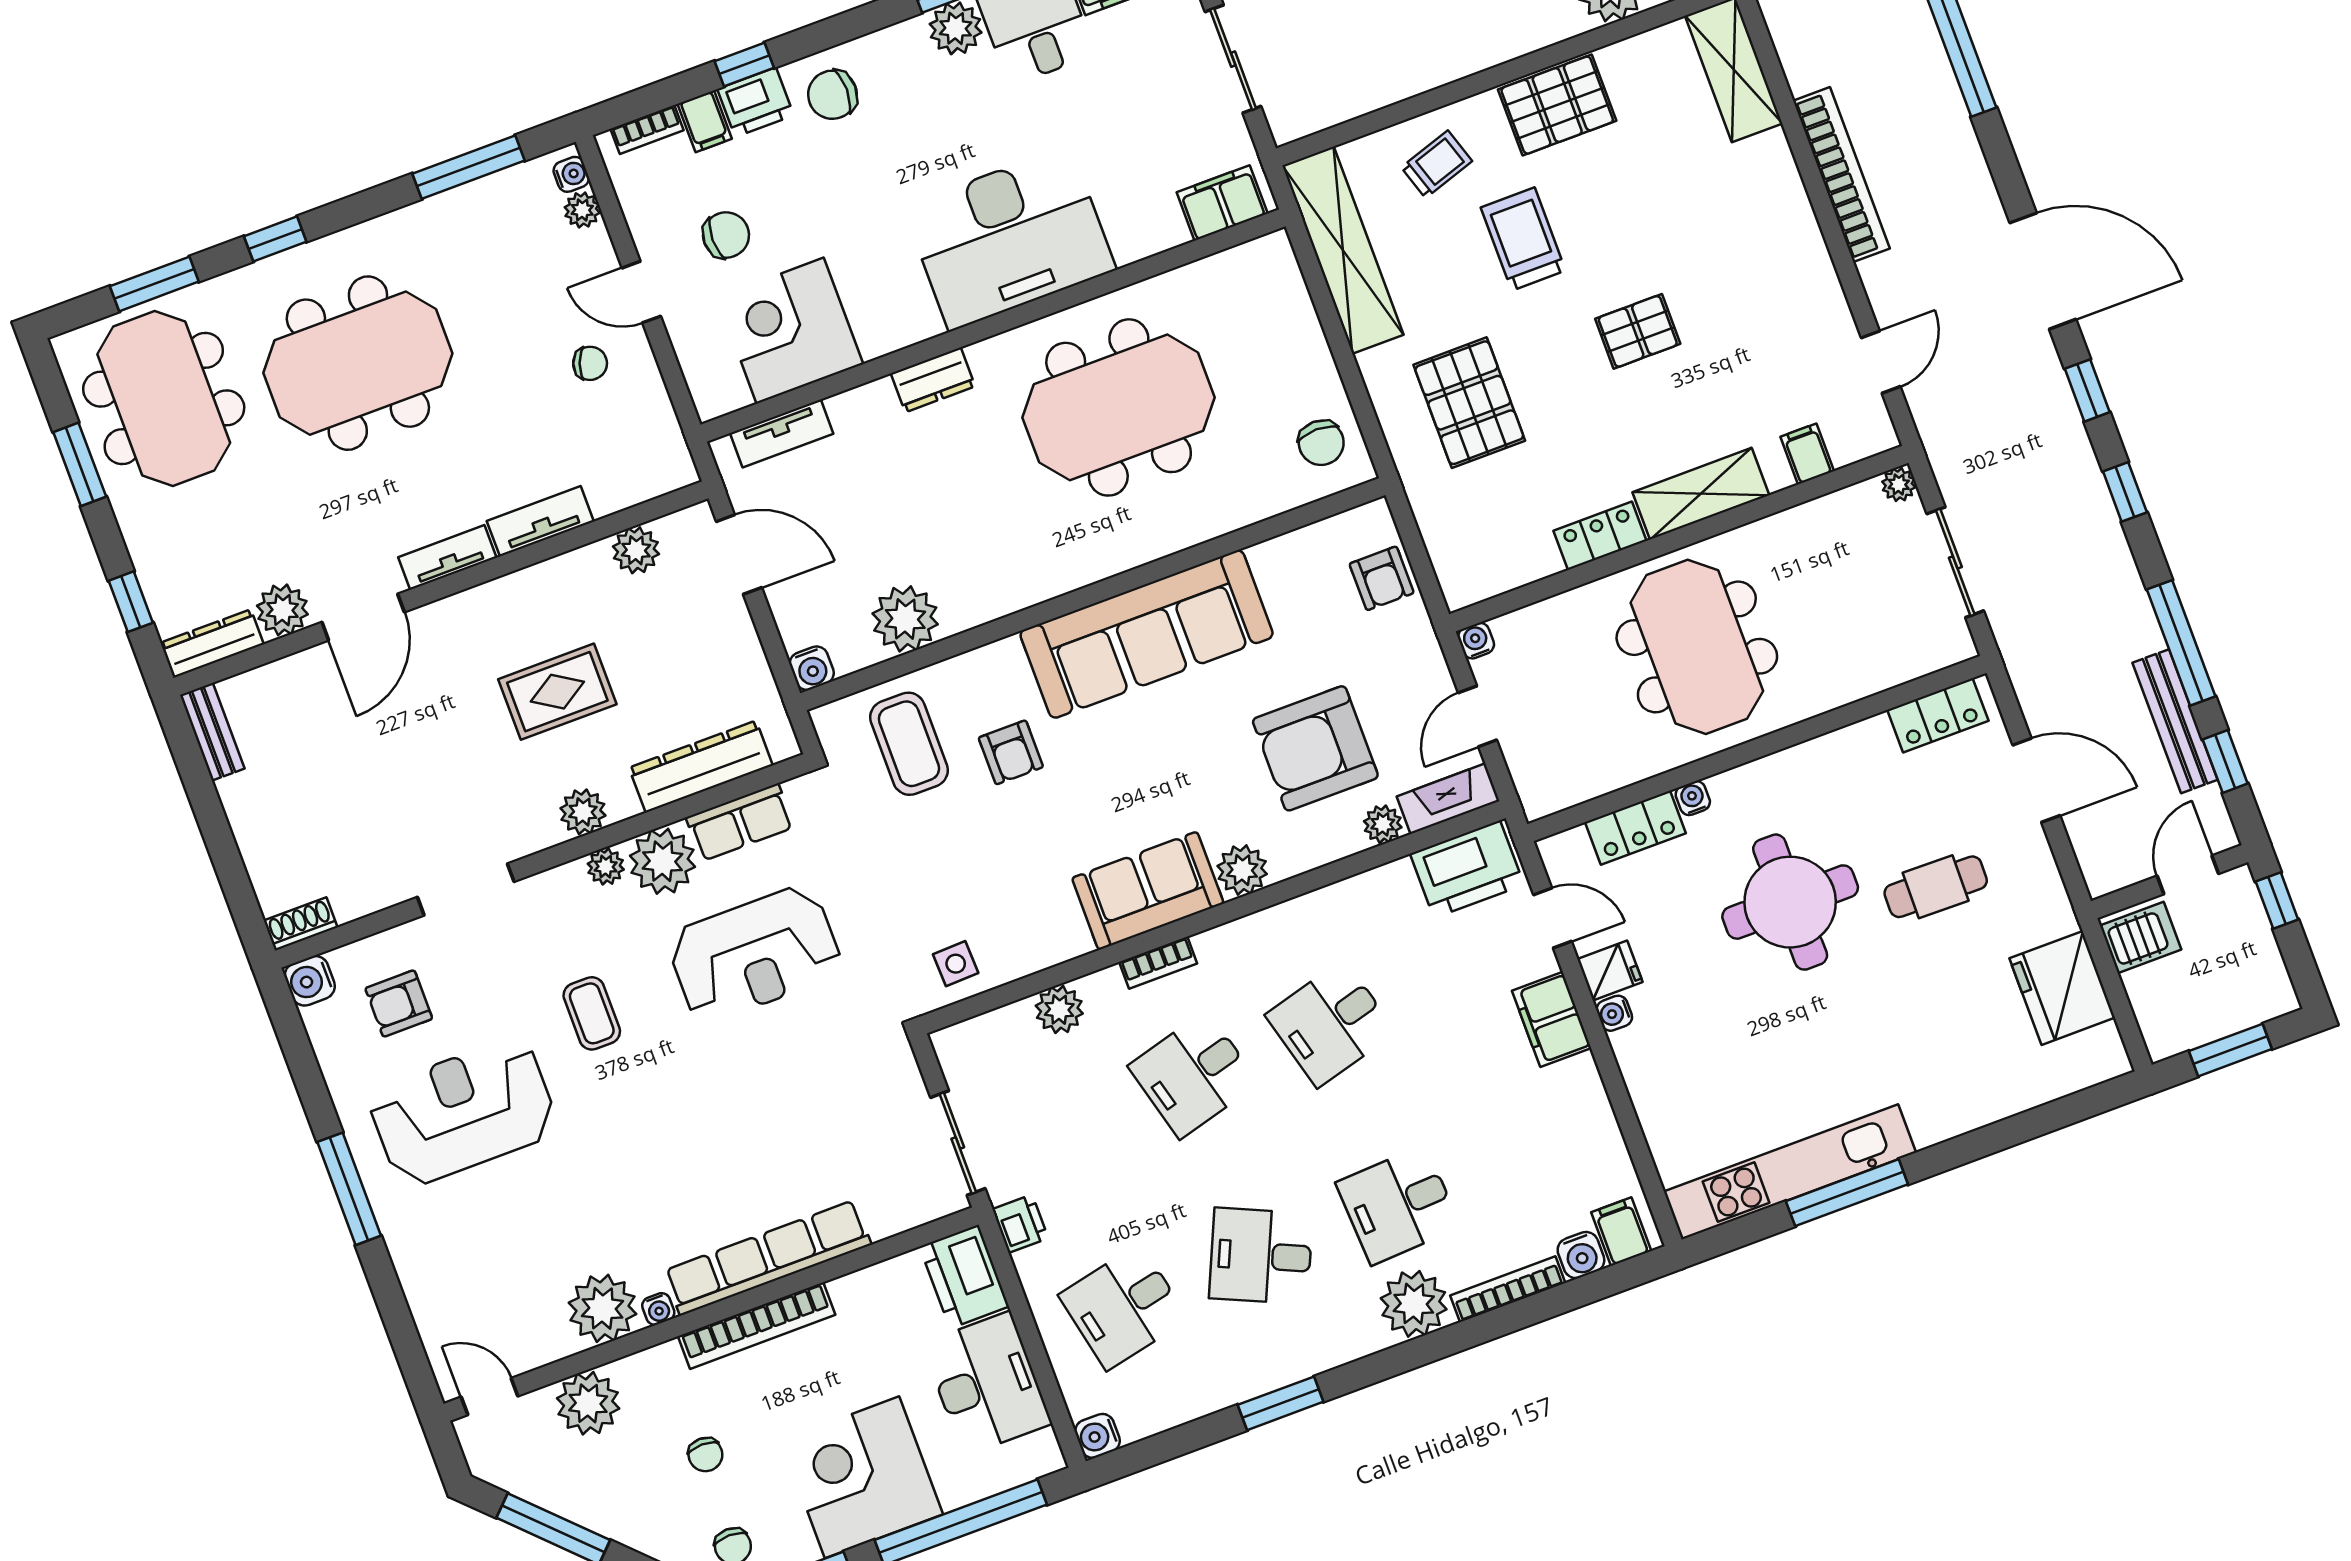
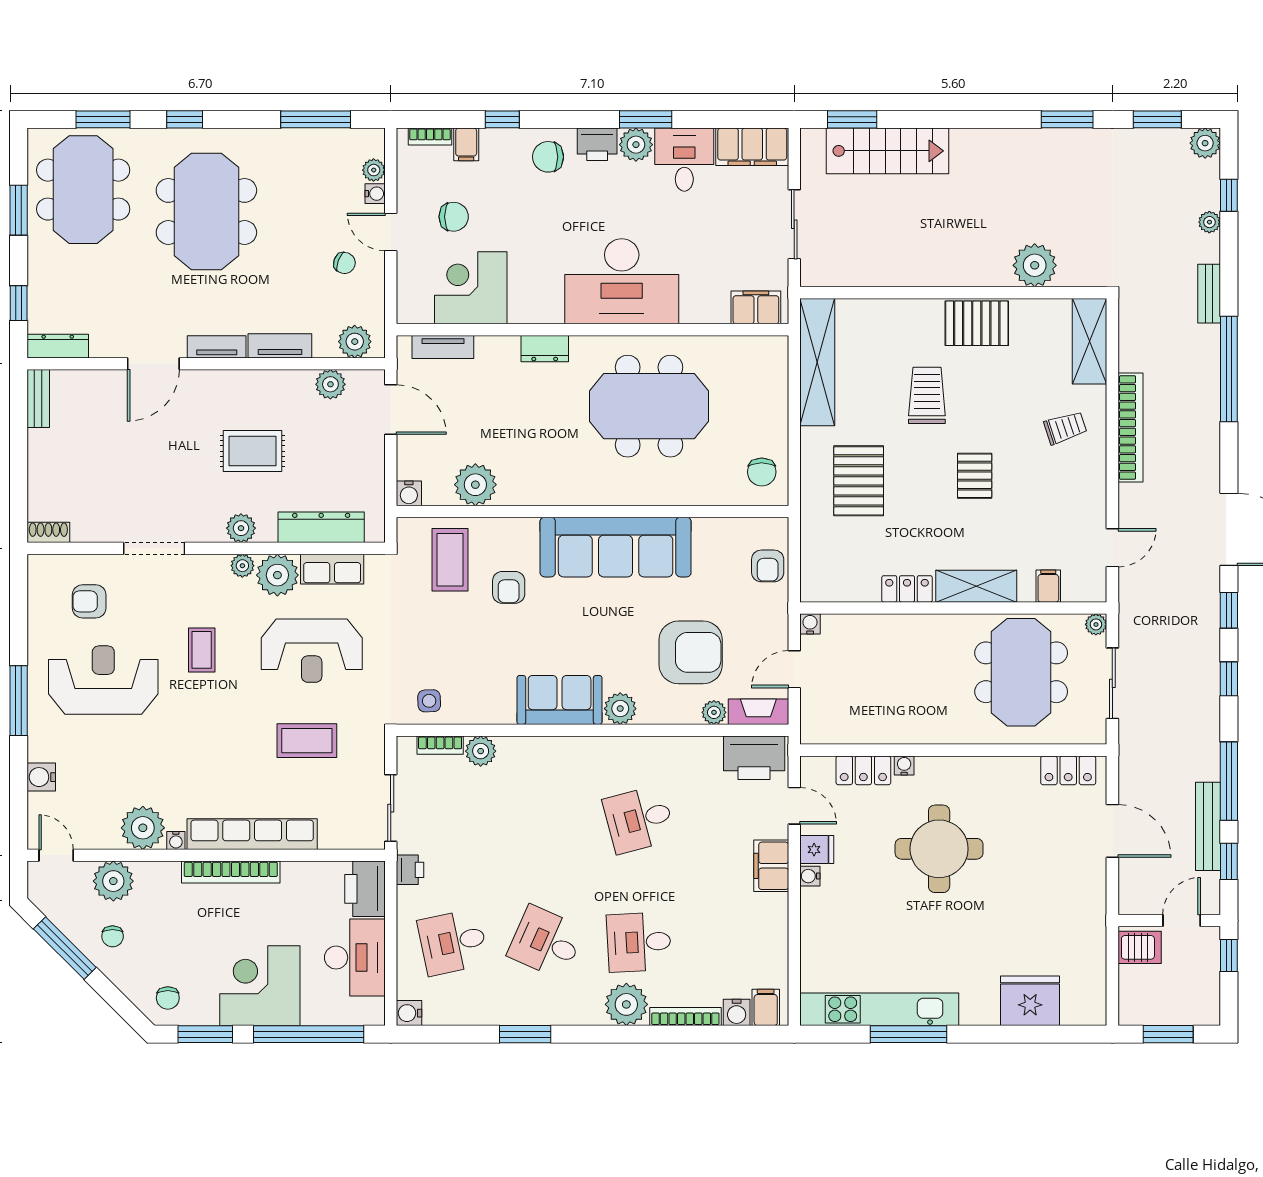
printer: (756, 102) -> (597, 144), moved
trolley: (1437, 164) -> (1065, 428), moved
water cooler: (571, 174) -> (375, 194), moved
pallet: (1638, 331) -> (975, 476), turned 90
meeting table: (358, 363) -> (206, 211), turned 90
plant: (282, 610) -> (355, 342), moved
meeting table: (1697, 647) -> (1021, 672), moved
armchair: (1315, 748) -> (691, 652), turned 180
cafe table: (1936, 887) -> (1029, 872), removed
bookcase: (1158, 963) -> (440, 745), moved
water cooler: (310, 981) -> (41, 777), moved
fridge: (2062, 988) -> (1030, 1001), moved, turned 90
desk: (1193, 1075) -> (546, 819), removed
coffee table: (797, 1089) -> (307, 741), added
chair: (705, 1455) -> (113, 936), moved

